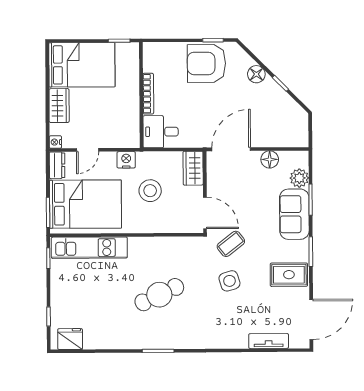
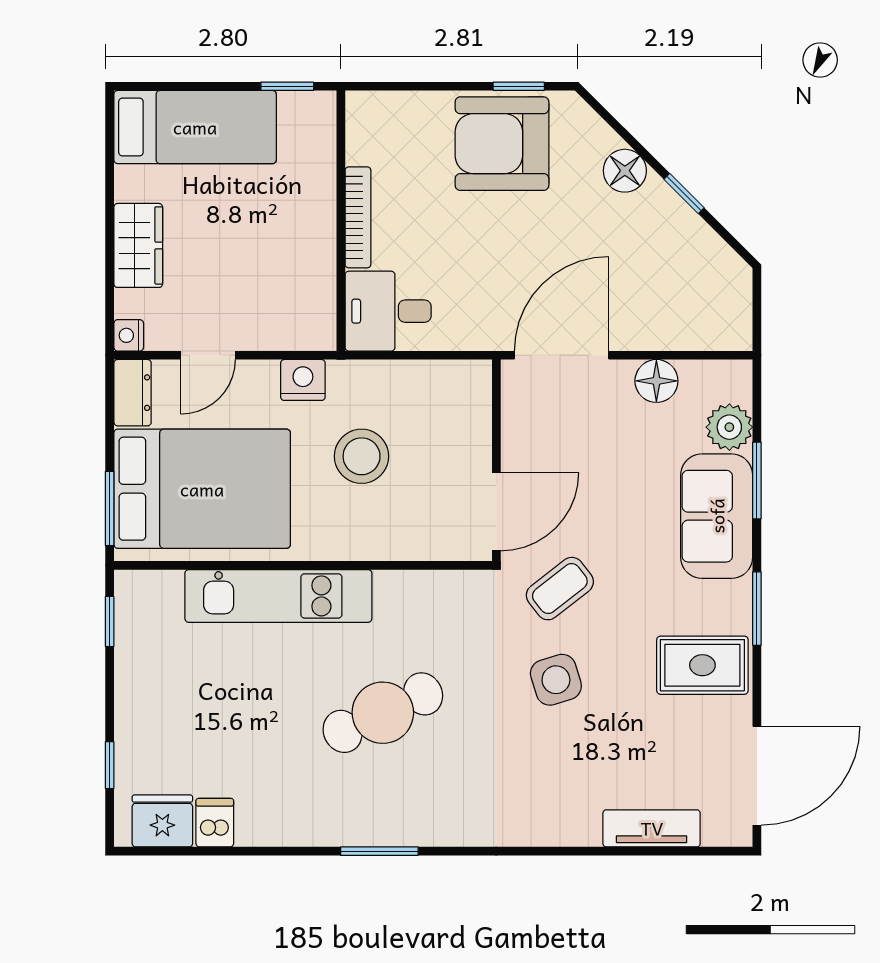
bed: (82, 65) -> (195, 127), width x0.67
wardrobe: (193, 168) -> (468, 401), removed
door: (205, 213) -> (496, 512), hinge flipped
kitchen unit: (89, 248) -> (278, 596), moved
dishwasher: (91, 340) -> (215, 823), added

